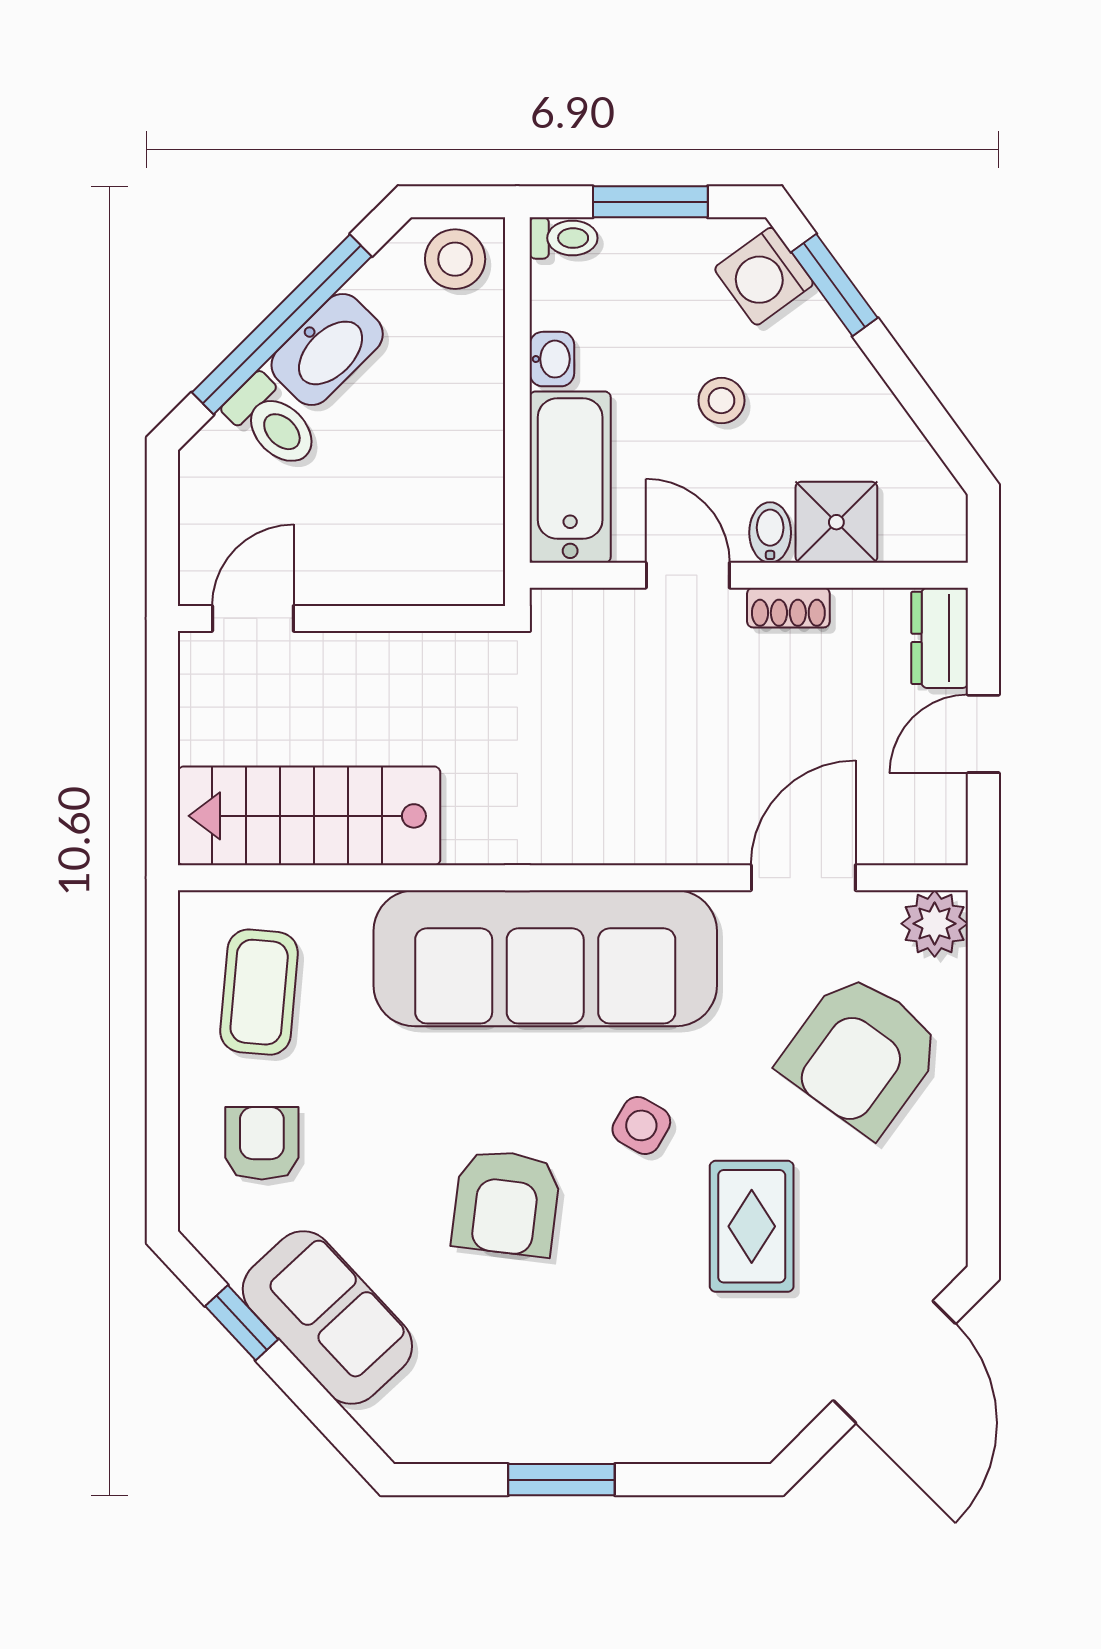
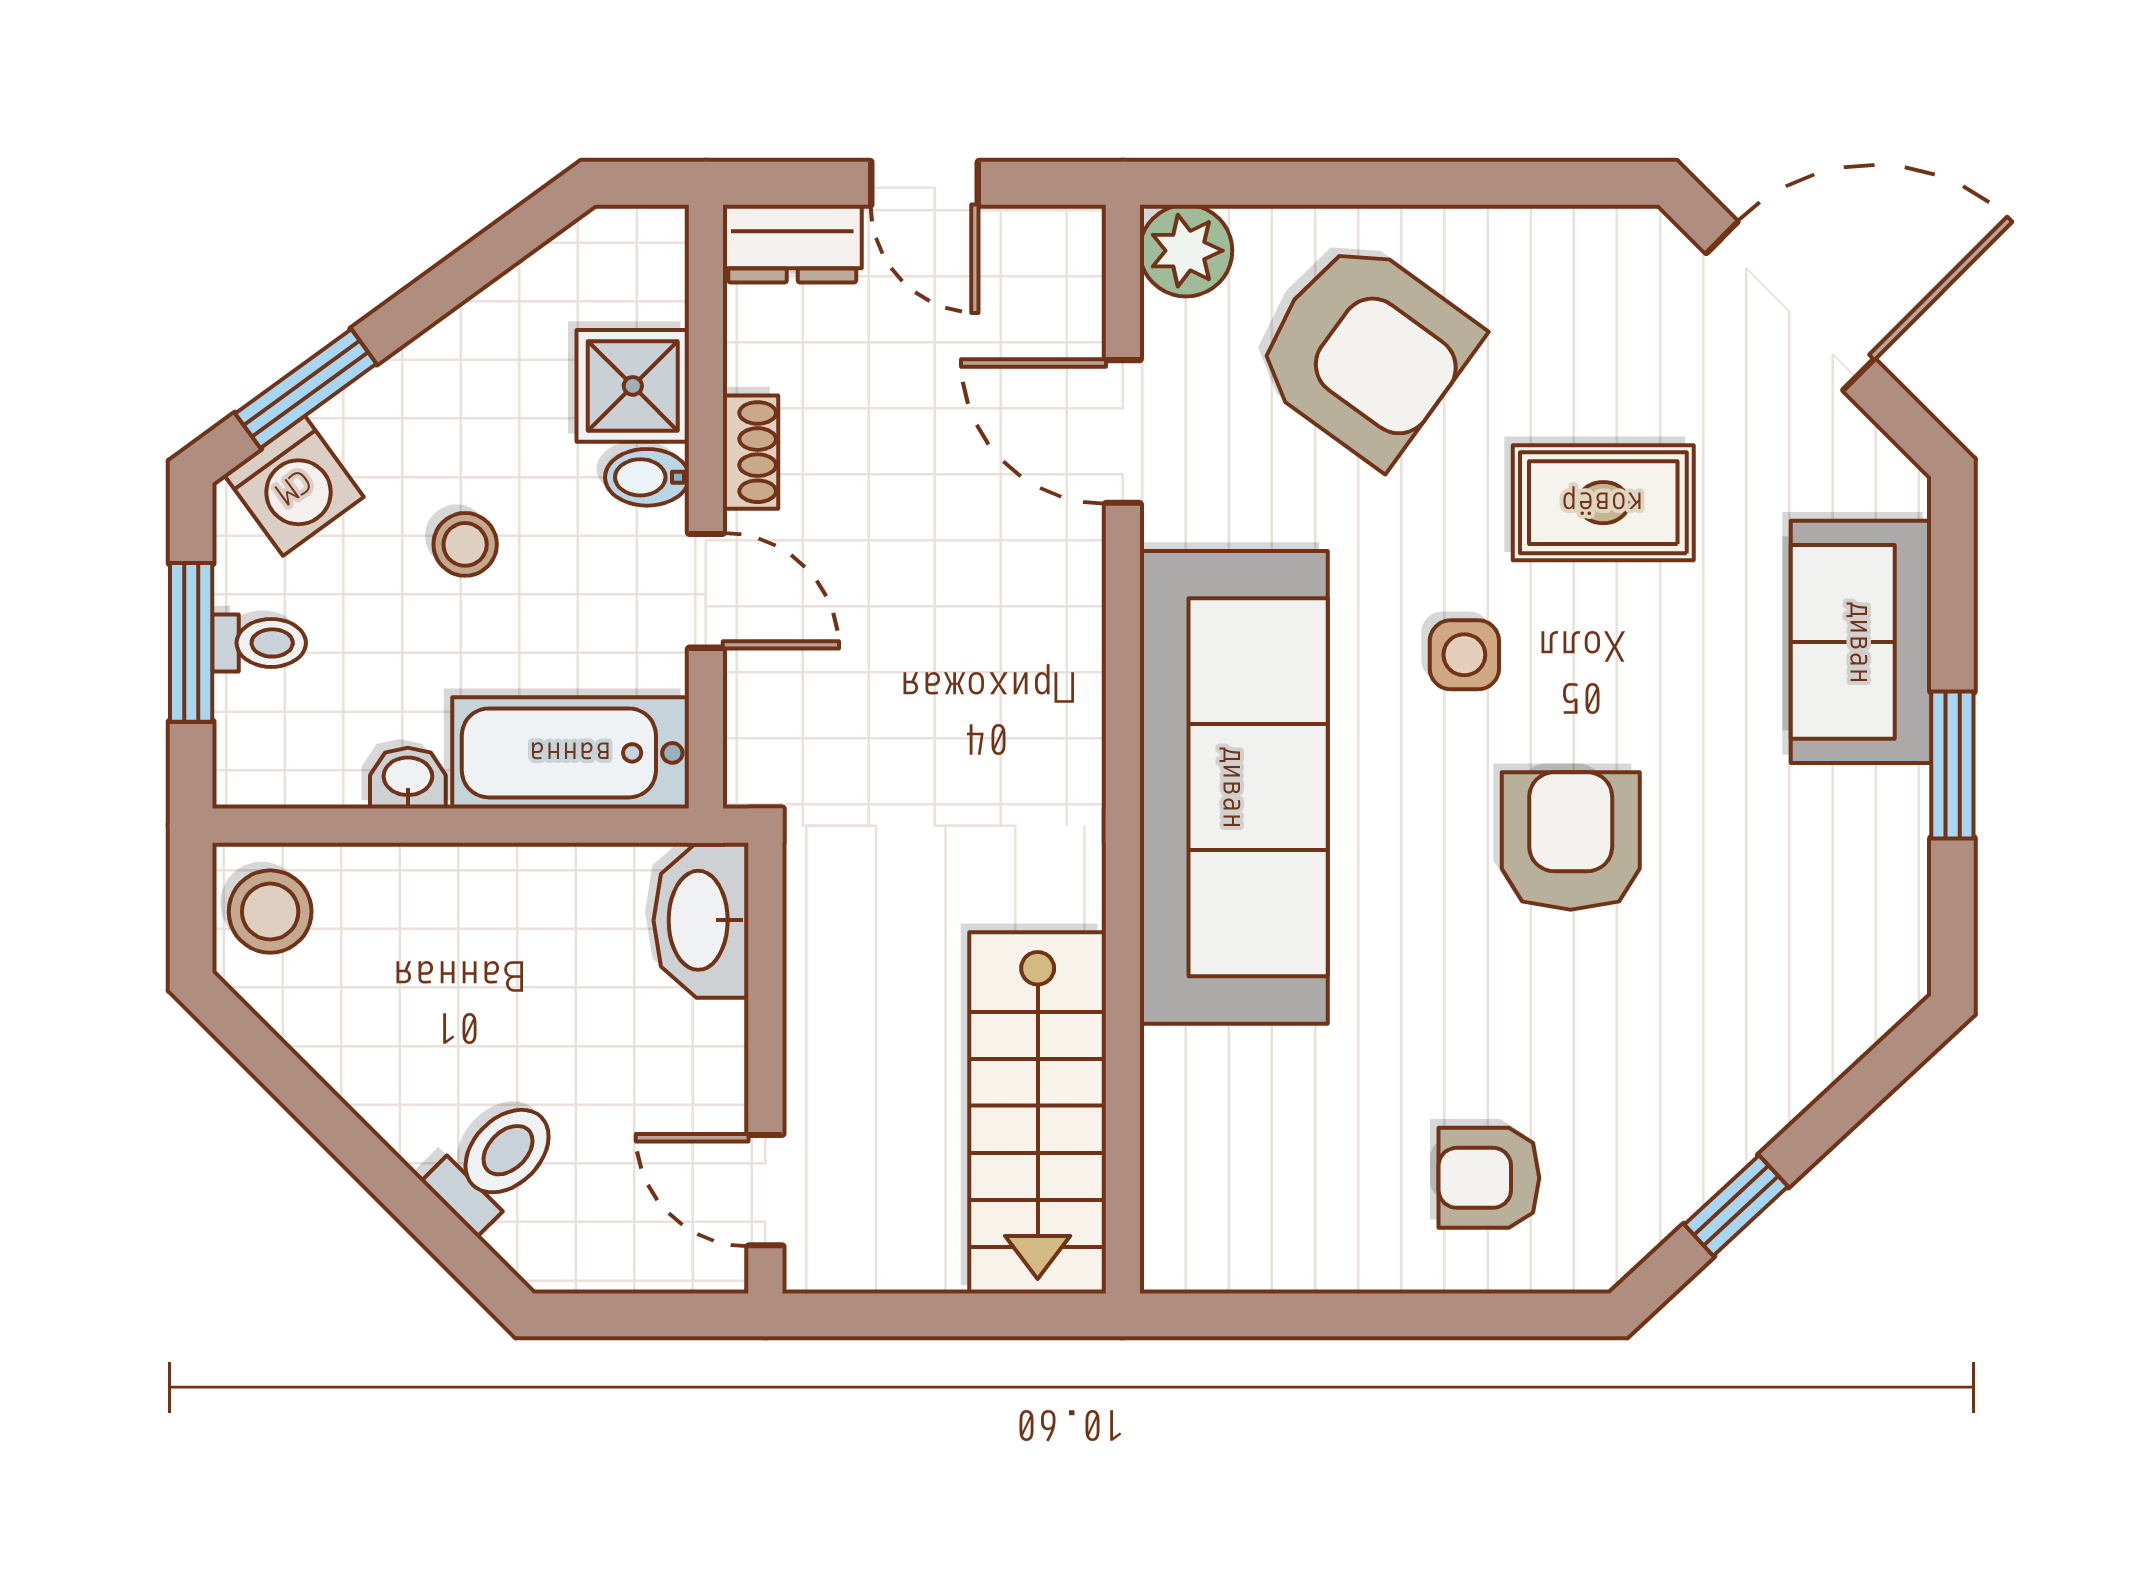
toilet: (564, 238) -> (259, 643), moved, turned 90
window: (282, 324) -> (360, 1150), removed
washbasin: (327, 350) -> (701, 920), moved, turned -135
door: (688, 575) -> (706, 591), swing flipped
coffee table: (259, 992) -> (1281, 1182), removed
side table: (641, 1125) -> (1464, 655), turned -30
armchair: (506, 1203) -> (1571, 841), turned -97
sofa: (327, 1318) -> (1861, 642), moved, turned -47

